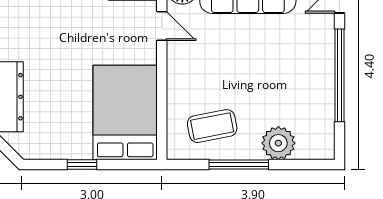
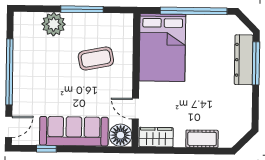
coffee table: (212, 126) -> (96, 59), moved
window: (82, 164) -> (194, 11), width x3.17

